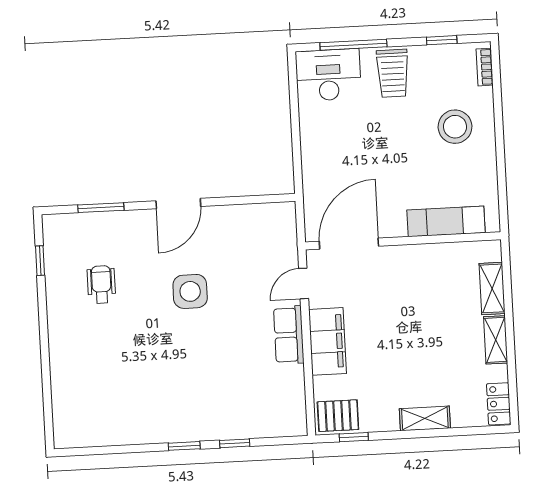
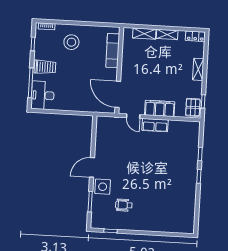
door: (178, 204) -> (92, 167), swing flipped
side table: (190, 291) -> (103, 187), moved

